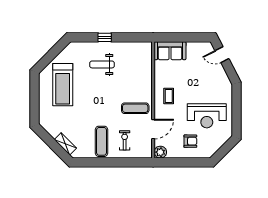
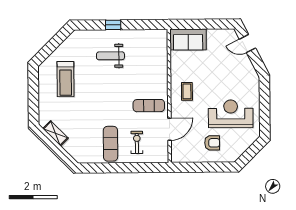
treadmill: (63, 85) -> (66, 79), width x0.73, depth x0.73
reception desk: (207, 116) -> (231, 114), turned 180
shelving: (65, 144) -> (55, 133), moved
plant: (160, 152) -> (178, 156), removed

